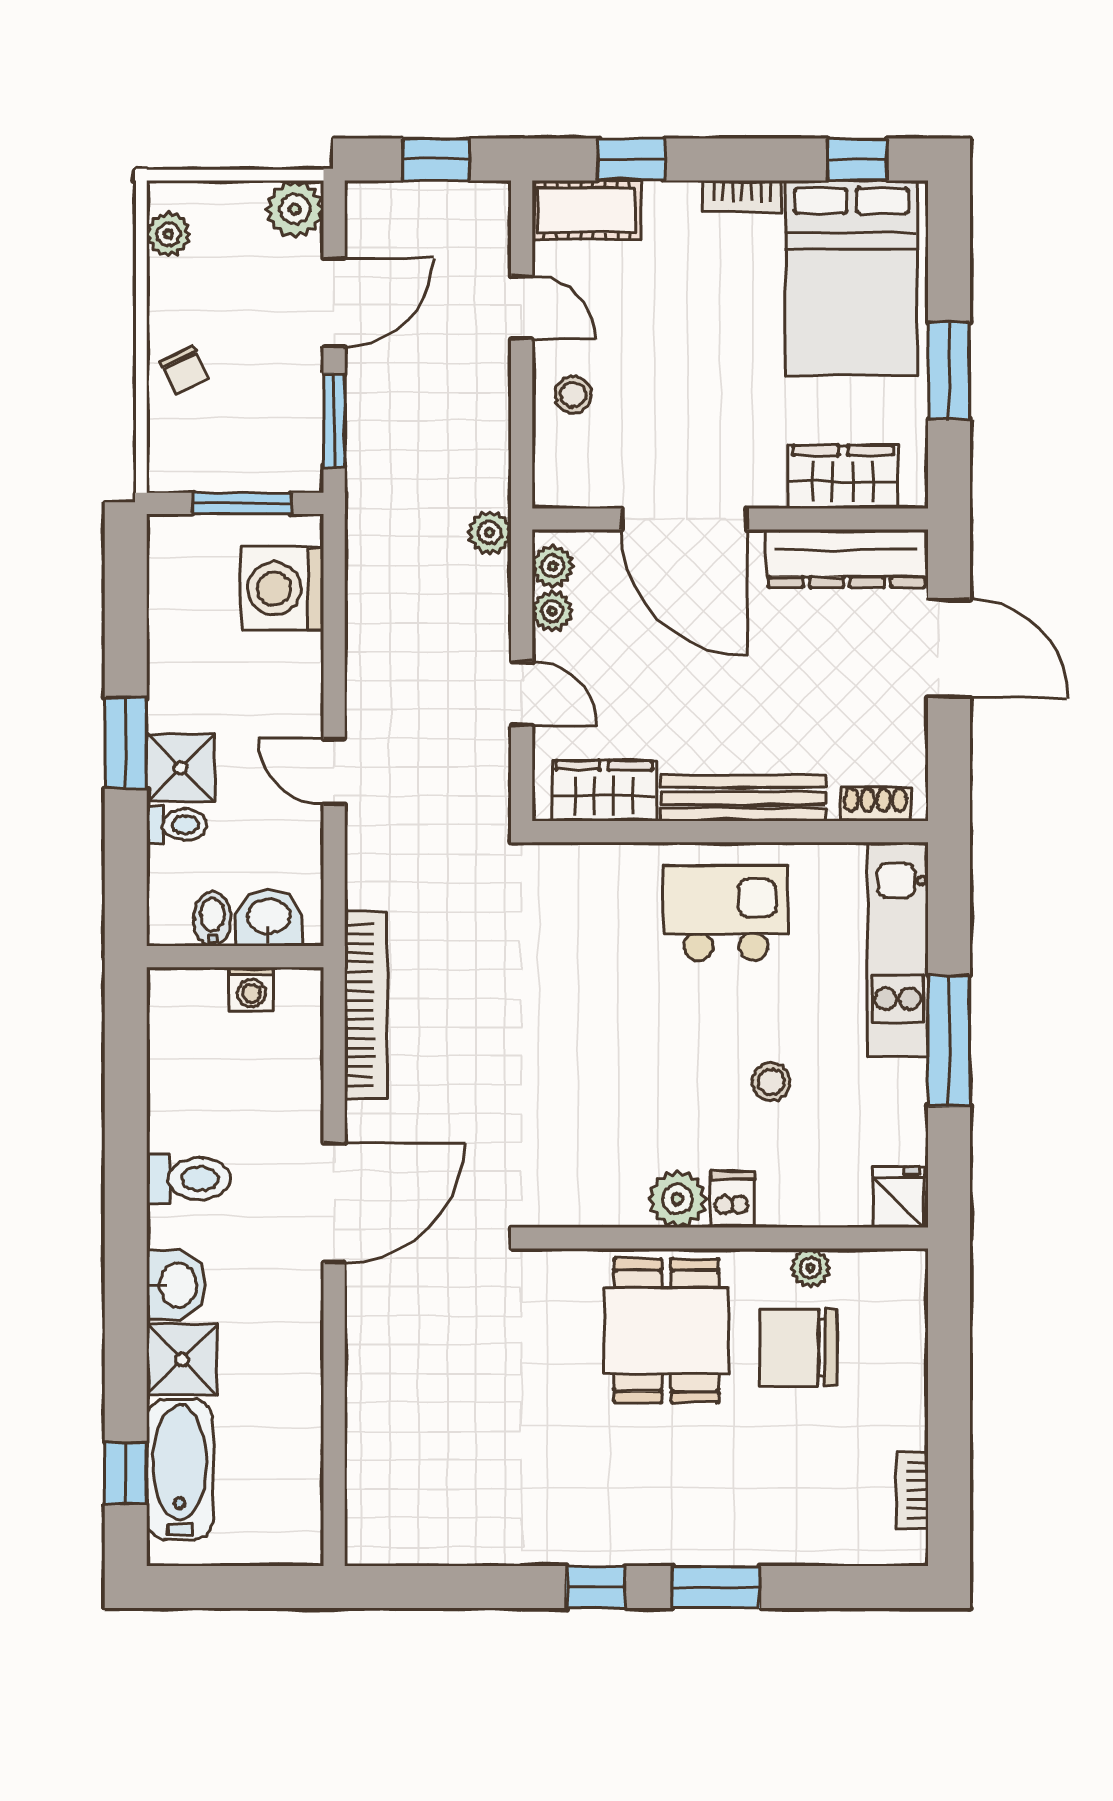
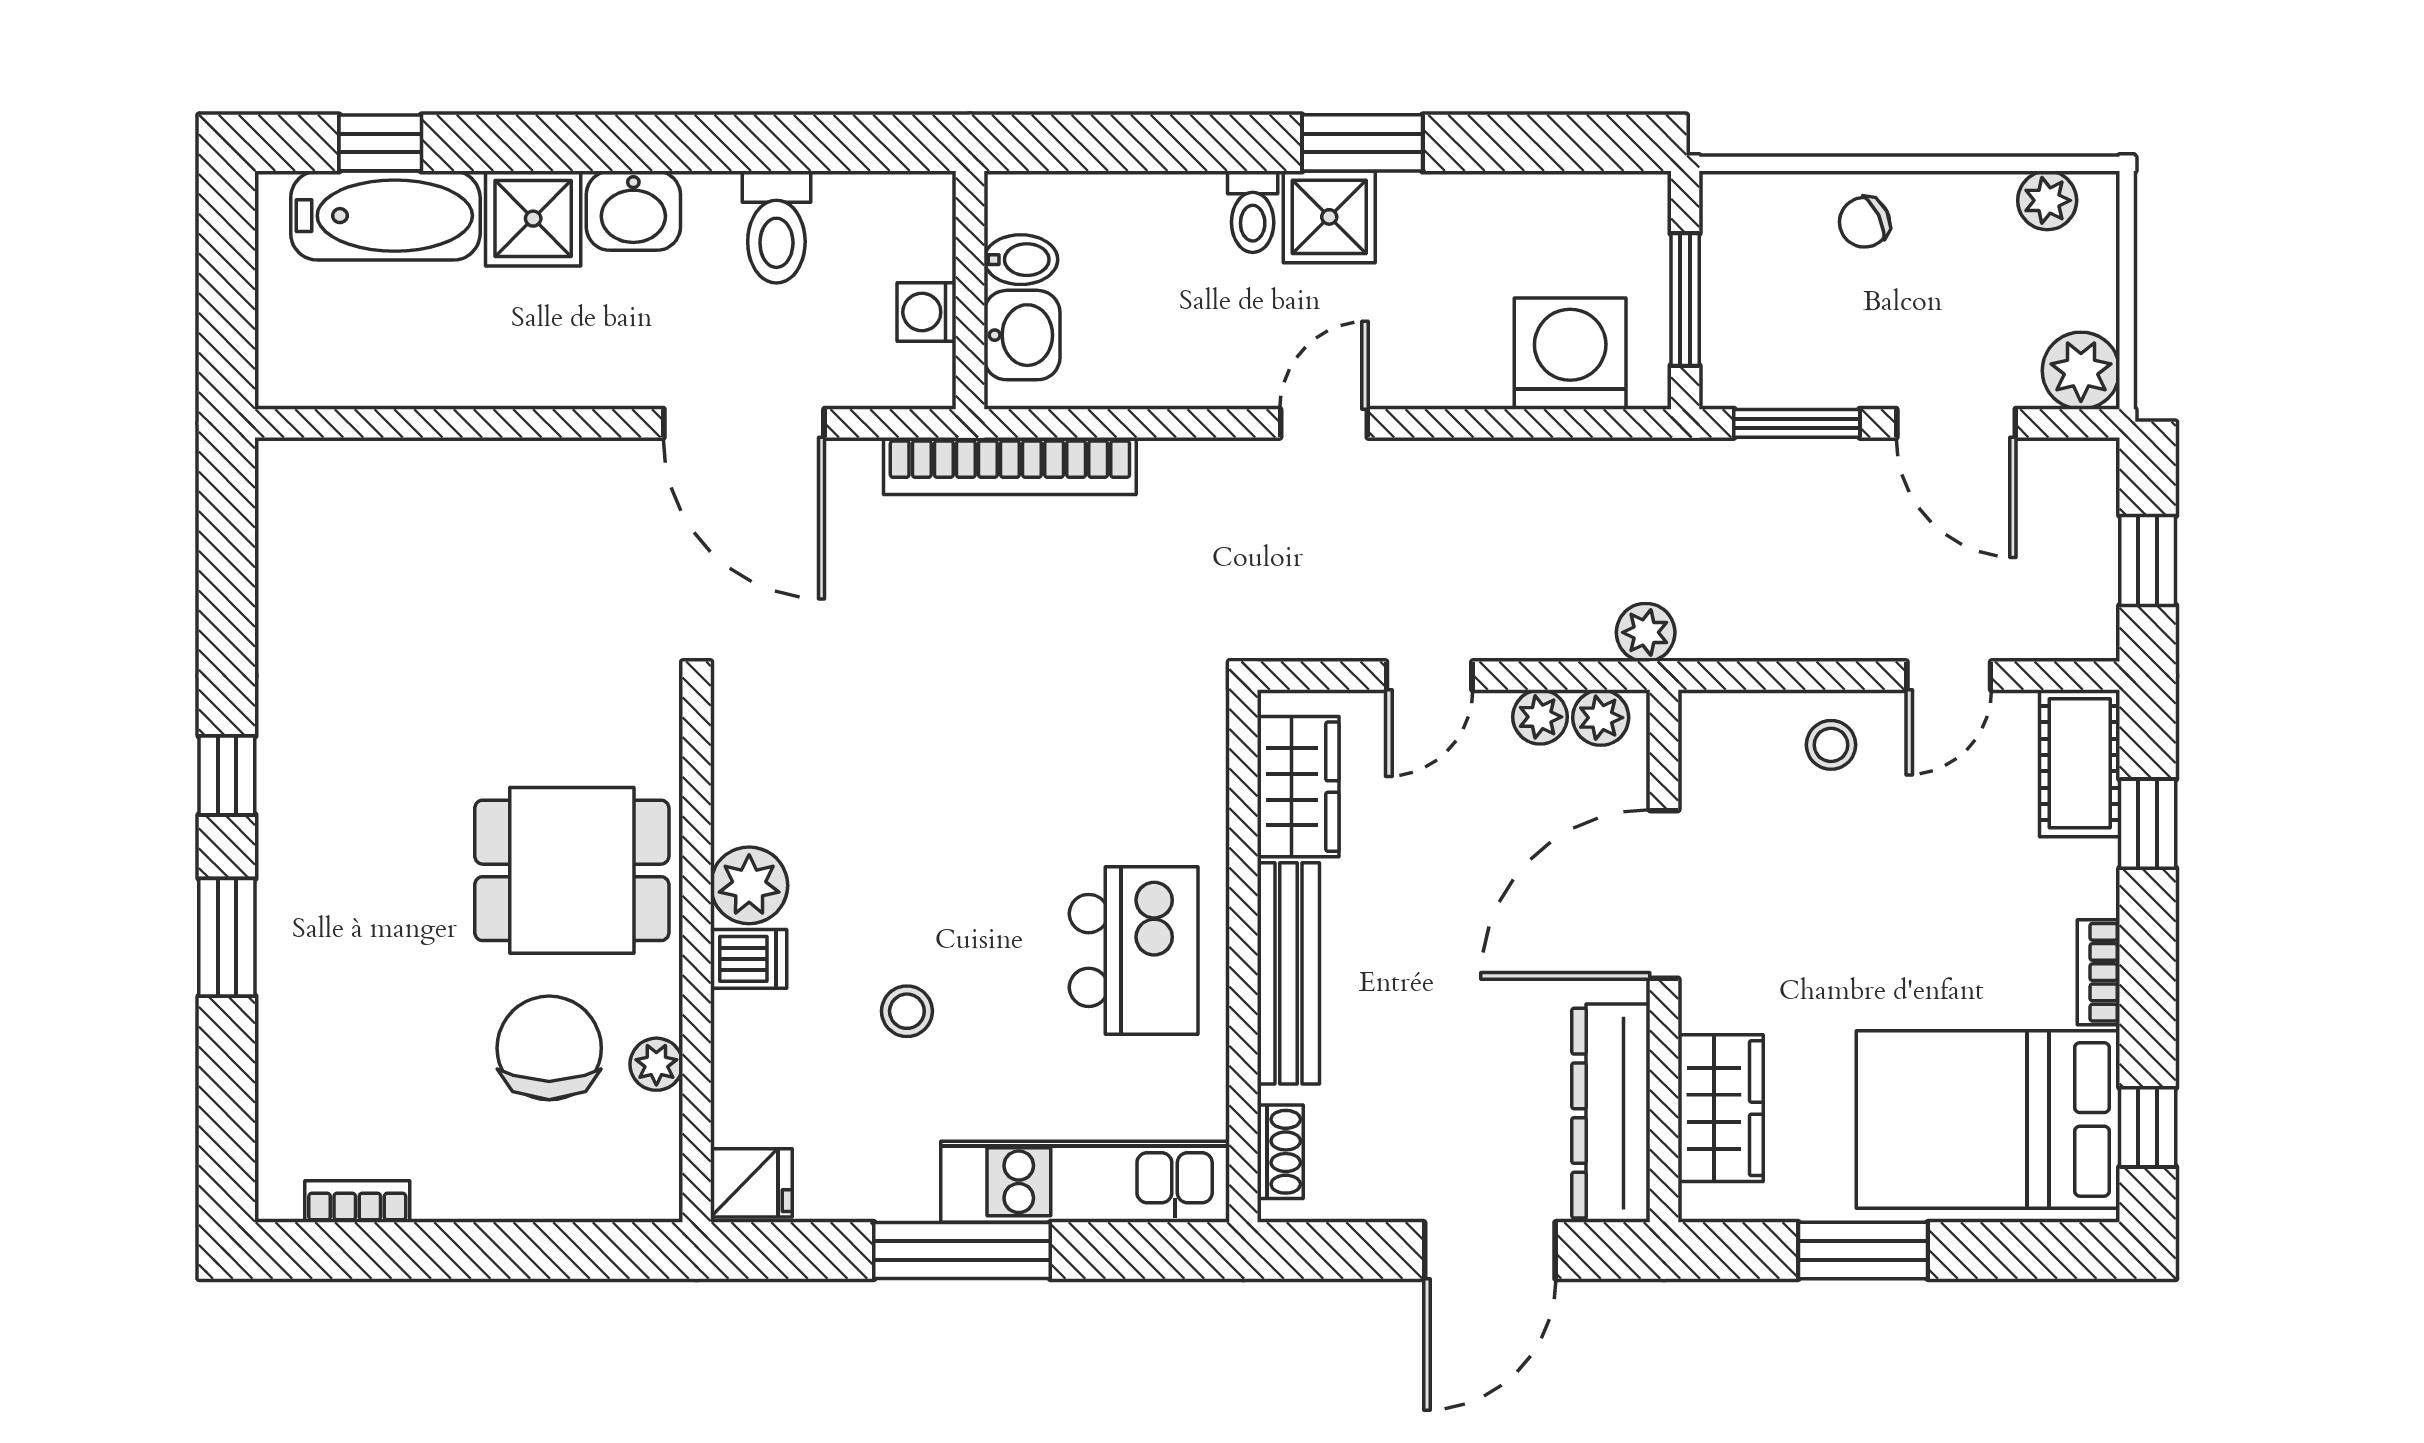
washbasin: (269, 918) -> (1022, 335), moved
bidet: (212, 919) -> (1021, 260), moved
wall: (235, 957) -> (970, 290), moved
washing machine: (251, 989) -> (927, 312), moved

